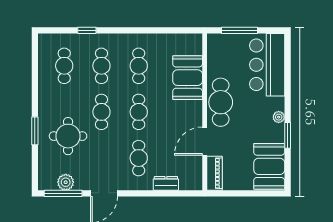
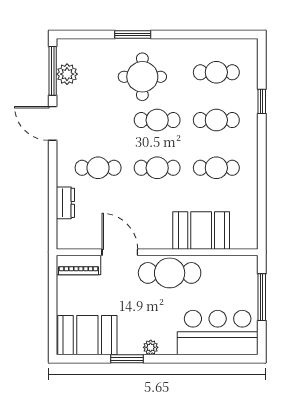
round table: (68, 136) -> (142, 77), moved

